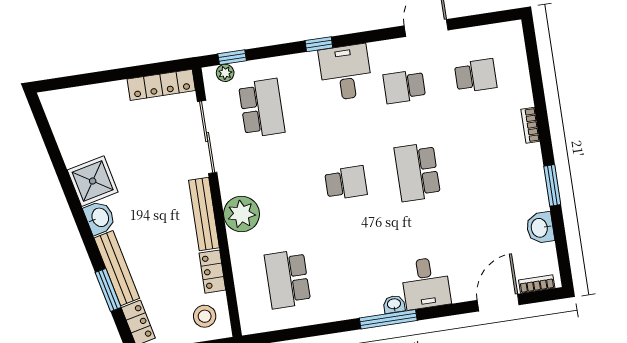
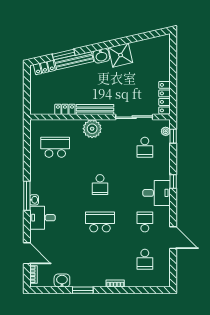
school desk: (262, 108) -> (145, 147), width x0.54
stool: (205, 316) -> (43, 102), removed

